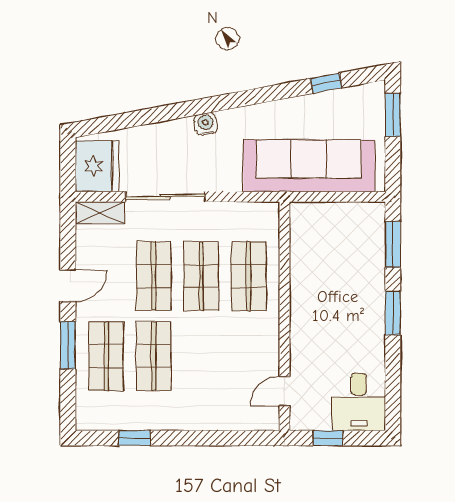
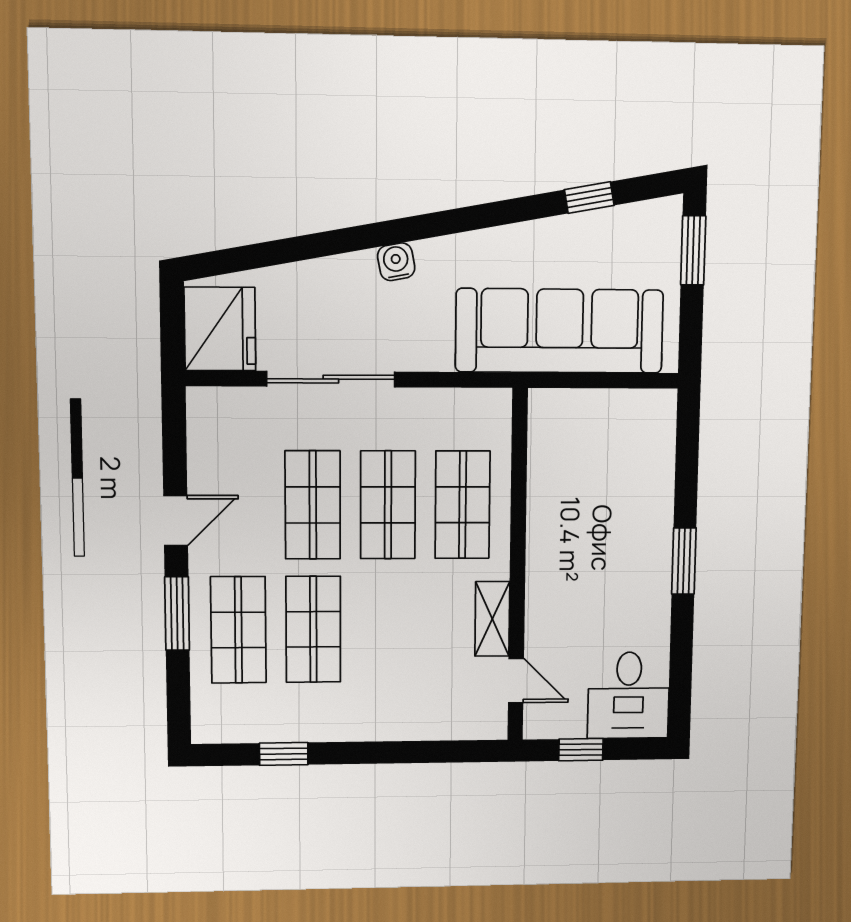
shelving: (100, 213) -> (492, 619), moved, turned 90
window: (393, 244) -> (687, 455), removed
door: (285, 391) -> (516, 681), swing flipped

